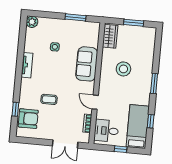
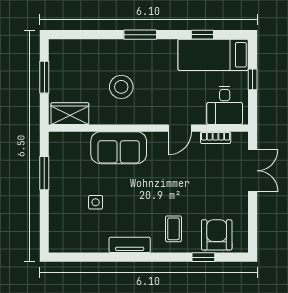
plant: (32, 22) -> (58, 243), removed
coffee table: (49, 99) -> (173, 229), moved

